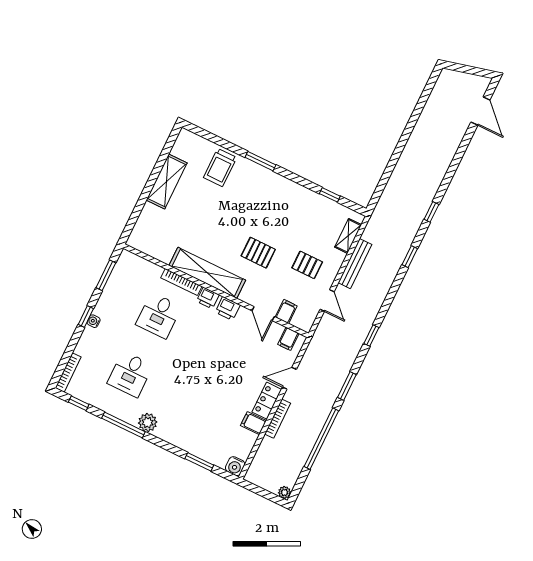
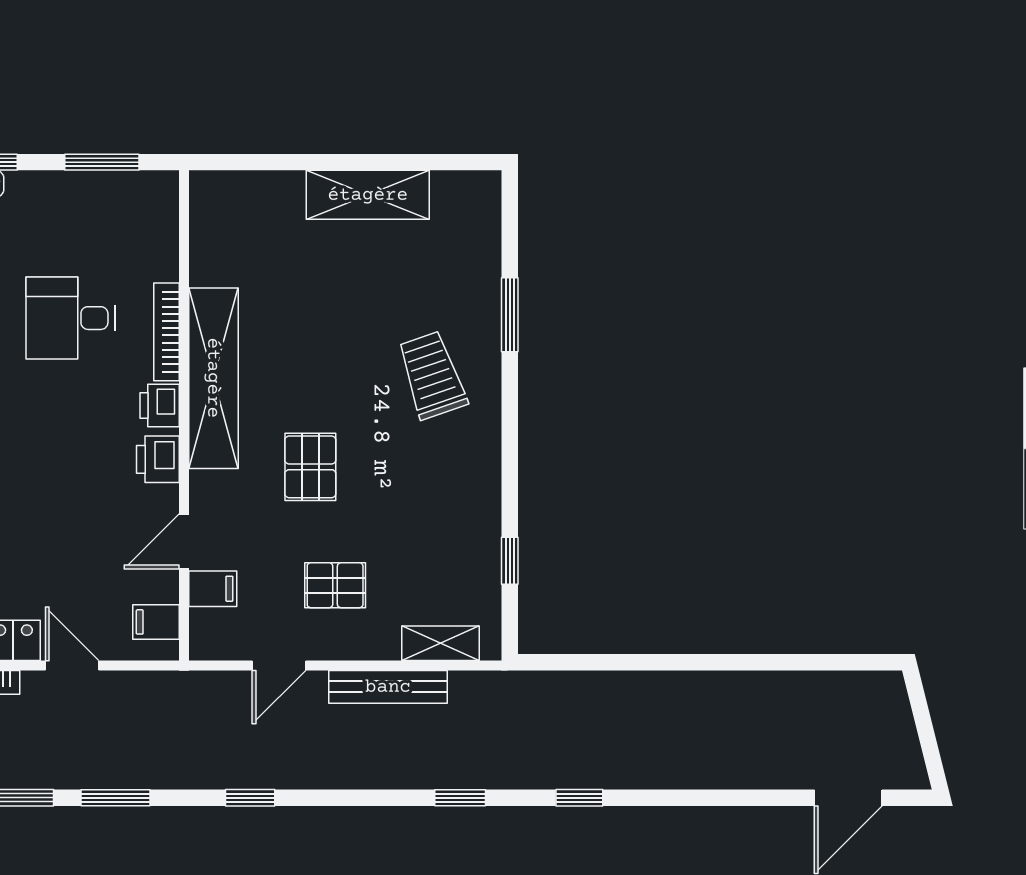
window: (260, 161) -> (510, 315), moved
trolley: (220, 168) -> (432, 375), moved, turned 71
pallet: (307, 265) -> (335, 585), turned 90

